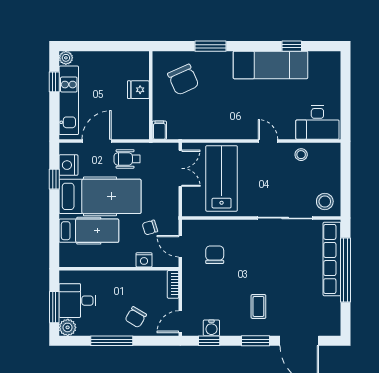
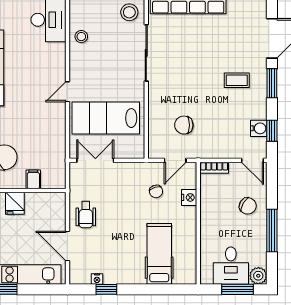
filing cabinet: (159, 130) -> (33, 179), moved, turned 90
door: (268, 141) -> (67, 92), moved
nightstand: (68, 165) -> (97, 279), width x0.53, depth x0.56
hospital bed: (100, 196) -> (124, 243), removed

